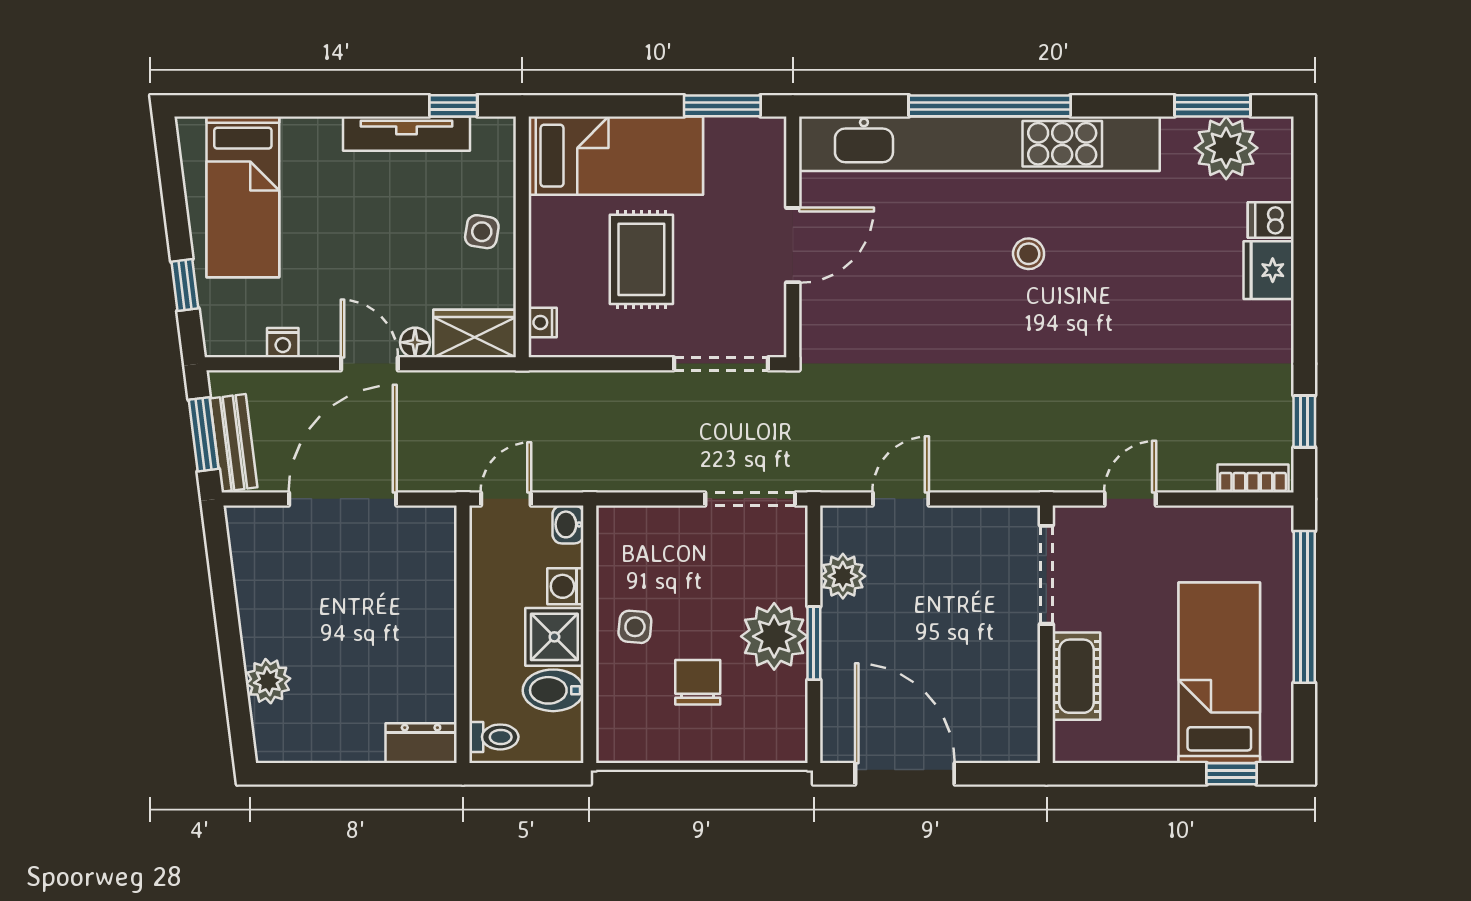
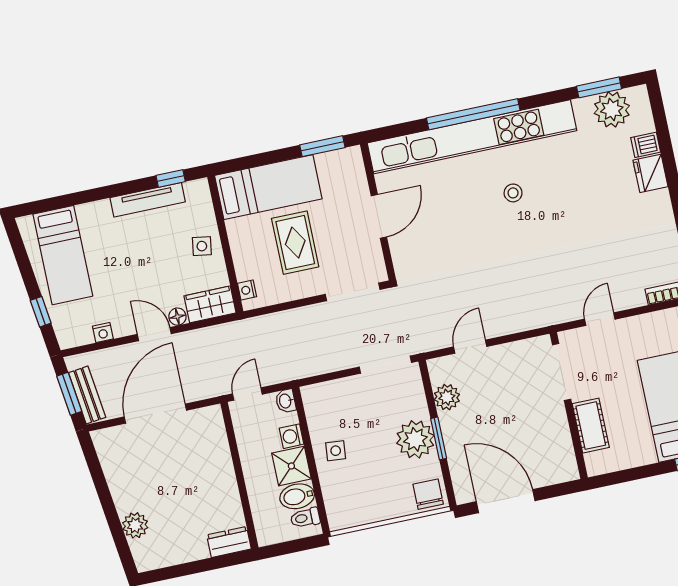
chair: (698, 682) -> (428, 494), moved
toilet: (494, 737) -> (305, 518), moved, turned 180

